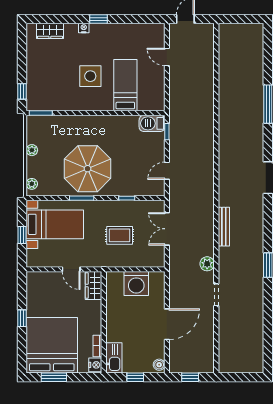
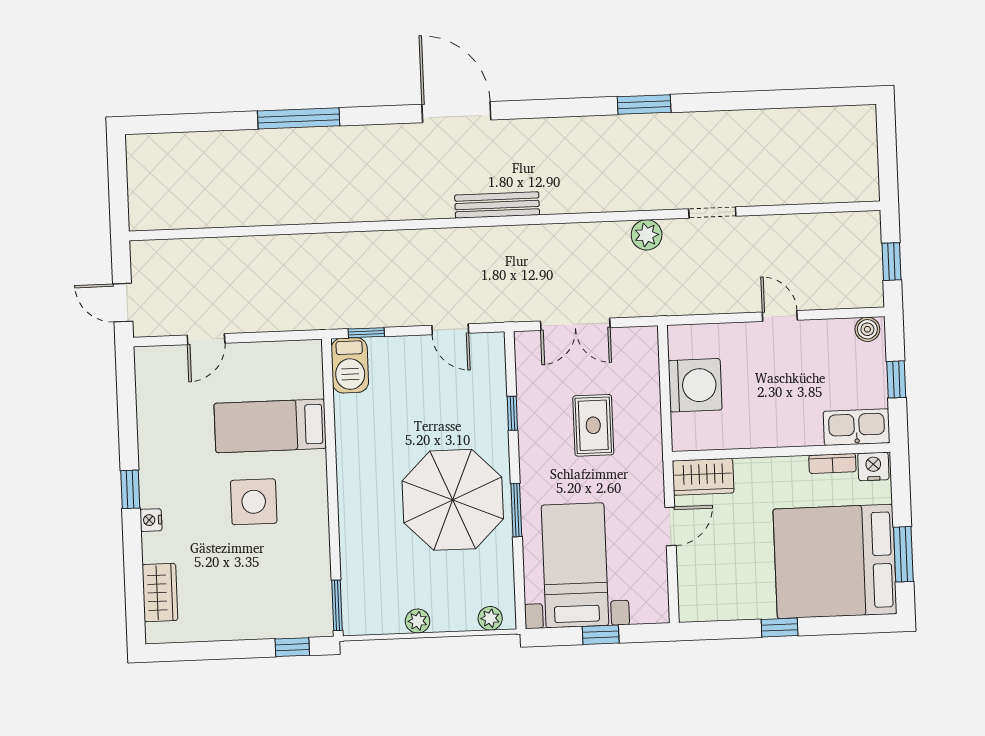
bench: (224, 227) -> (497, 205), moved
door: (167, 324) -> (780, 316), width x0.53

